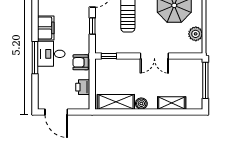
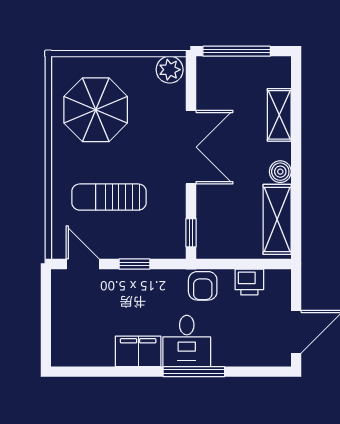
plant: (196, 34) -> (170, 70), moved
double door: (154, 56) -> (191, 147), width x1.37

